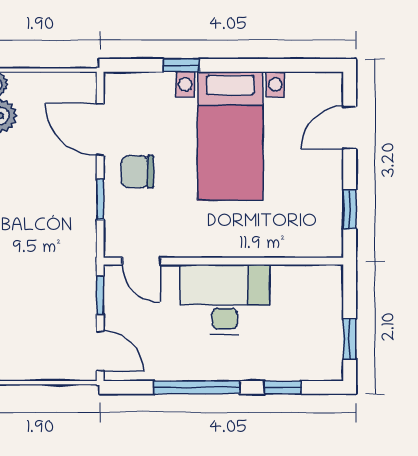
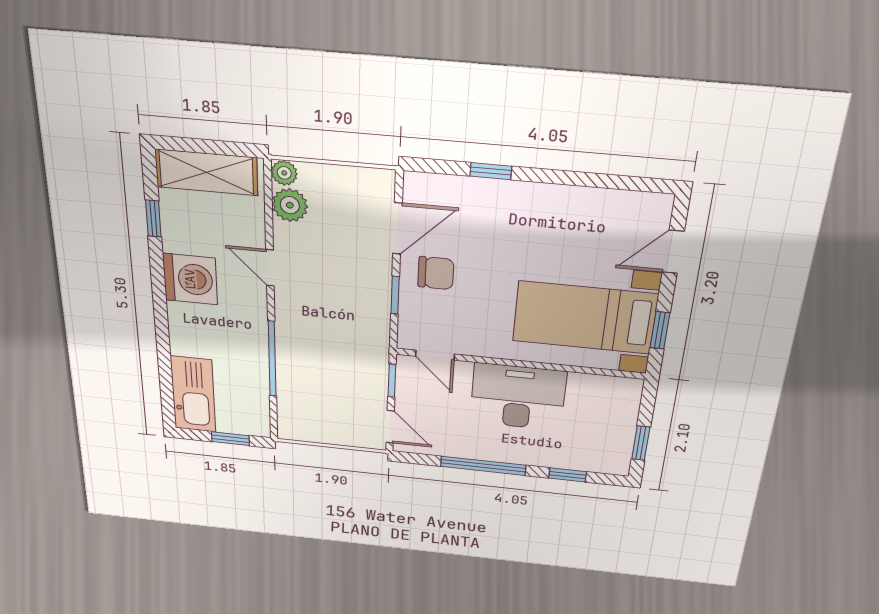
door: (100, 129) -> (397, 228), swing flipped
bed with nightstands: (230, 136) -> (585, 318), moved, turned 90
chair: (138, 172) -> (436, 273), turned 180

